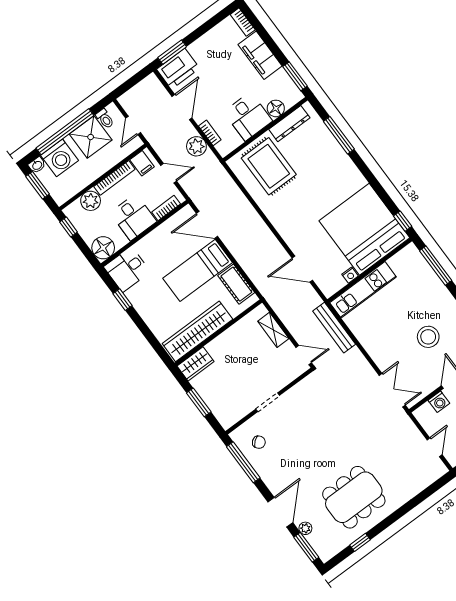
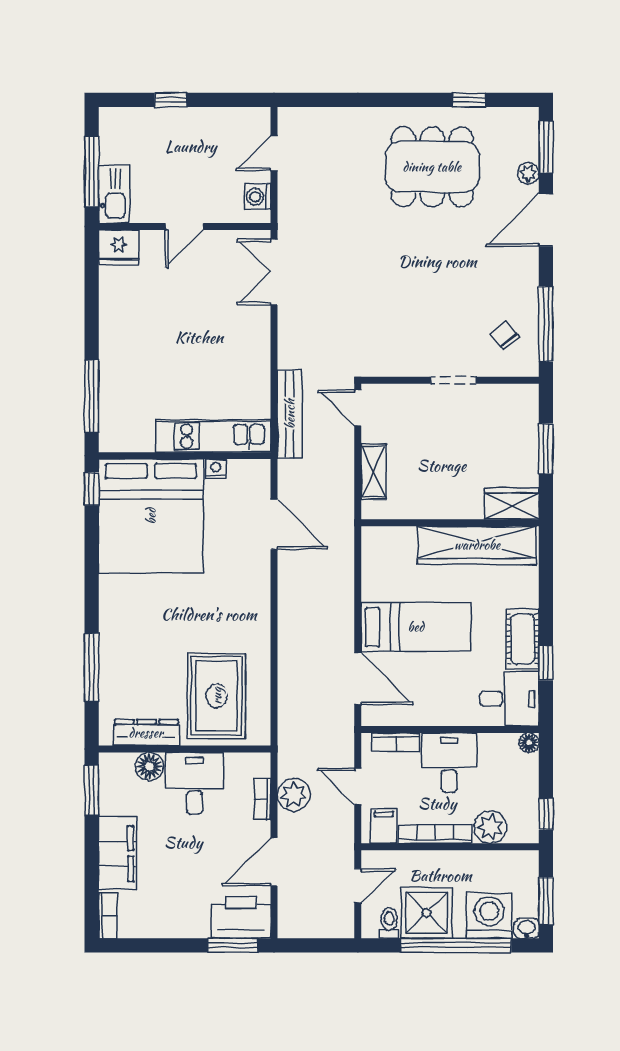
floor lamp: (103, 248) -> (529, 743), width x0.53, depth x0.53
cot: (236, 284) -> (522, 639), moved
stool: (428, 337) -> (173, 308), removed
washing machine: (439, 402) -> (258, 197), moved, turned -90

